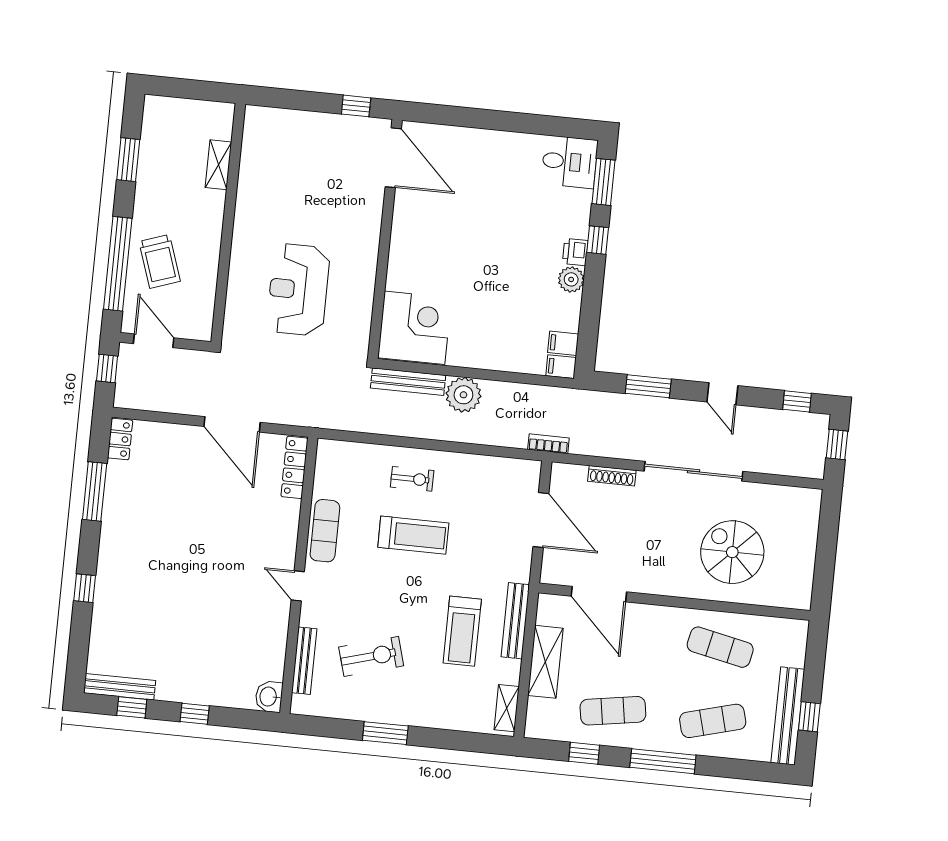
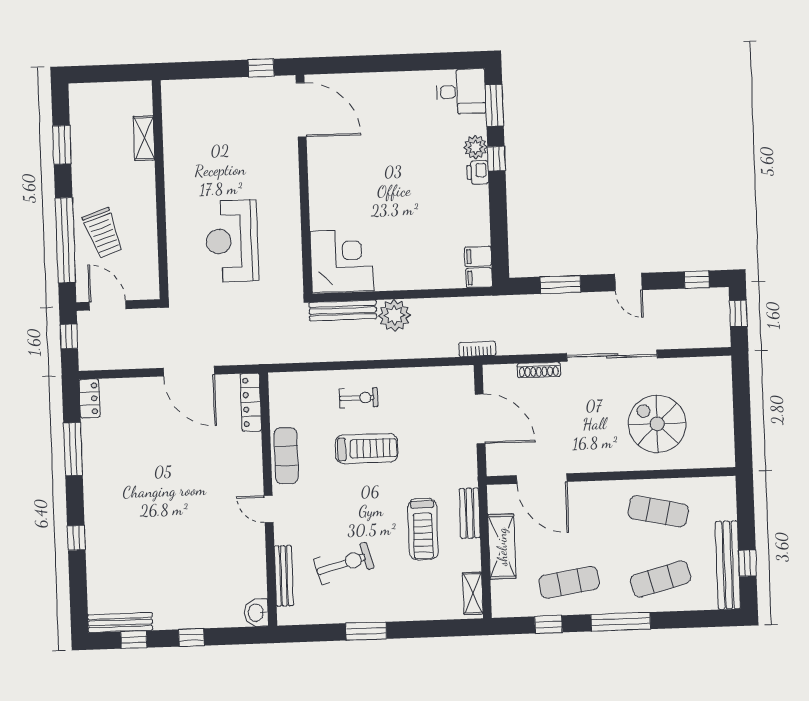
plant: (571, 279) -> (475, 147), moved
bench: (515, 621) -> (470, 513), width x0.73

